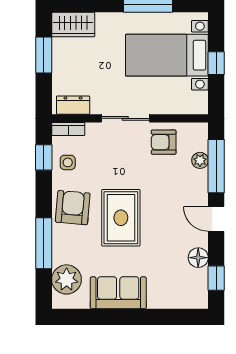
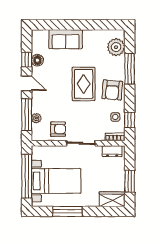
window: (216, 63) -> (27, 176), width x3.17
window: (216, 278) -> (27, 60), moved
sofa: (118, 293) -> (66, 39), moved

